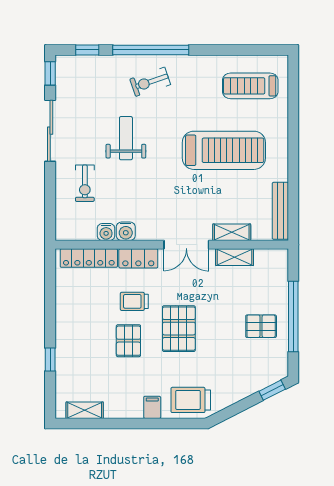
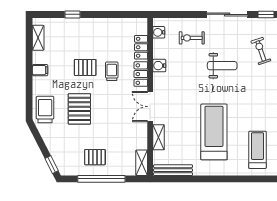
exercise bike: (150, 82) -> (261, 51), moved
treadmill: (224, 150) -> (214, 132), turned 180
water cooler: (106, 232) -> (159, 32), moved
shelving: (235, 257) -> (142, 163), moved
locker: (89, 258) -> (141, 47), width x0.66
pallet: (261, 326) -> (95, 157), turned 90
pallet: (179, 329) -> (79, 109), moved, turned 90
filing cabinet: (152, 407) -> (40, 70), moved

